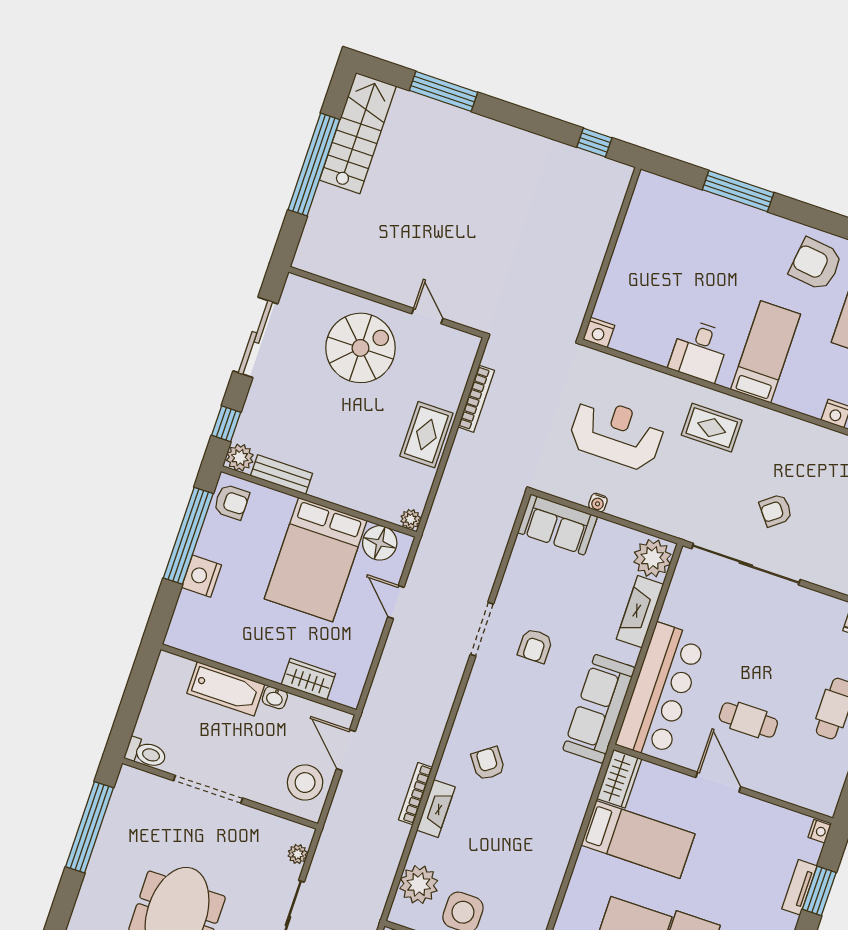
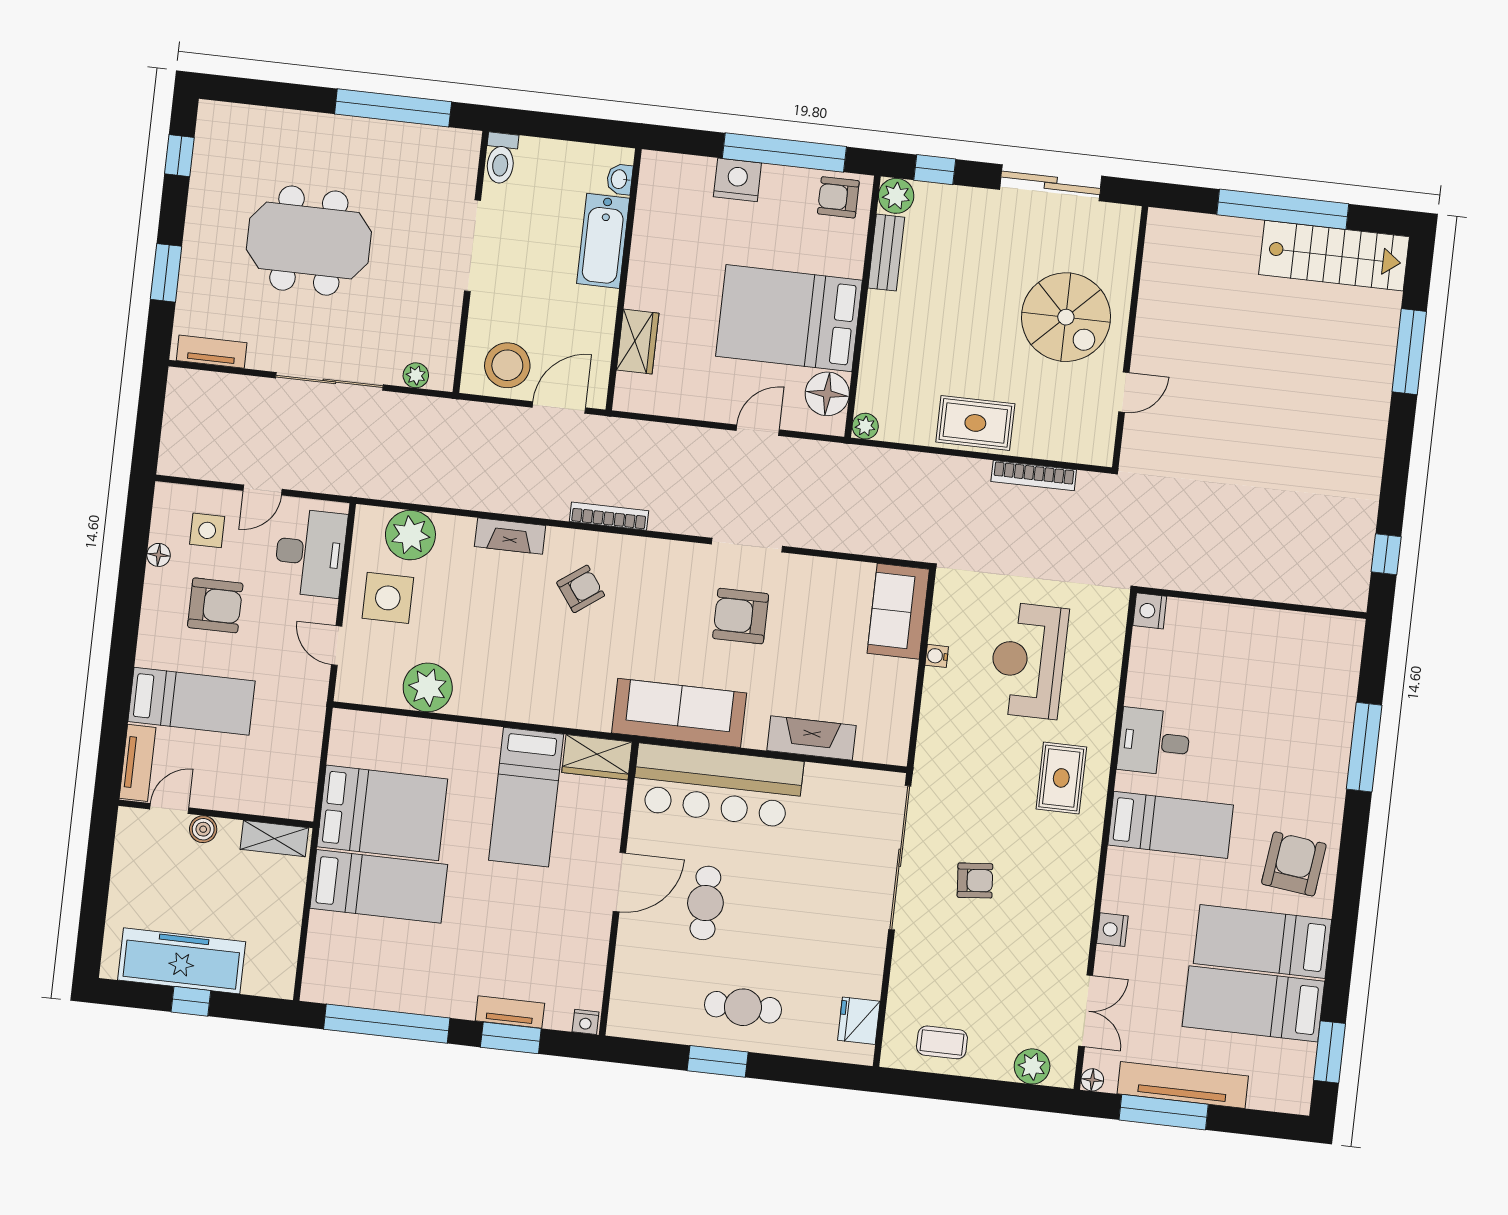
reception desk: (616, 433) -> (1028, 660), turned 180
armchair: (231, 502) -> (838, 197), turned 90
armchair: (776, 510) -> (975, 881), turned 123
plant: (652, 558) -> (428, 687), moved
armchair: (535, 646) -> (741, 616), width x1.38, depth x1.38
washbasin: (275, 698) -> (620, 179), moved
bookcase: (415, 794) -> (609, 516), moved

